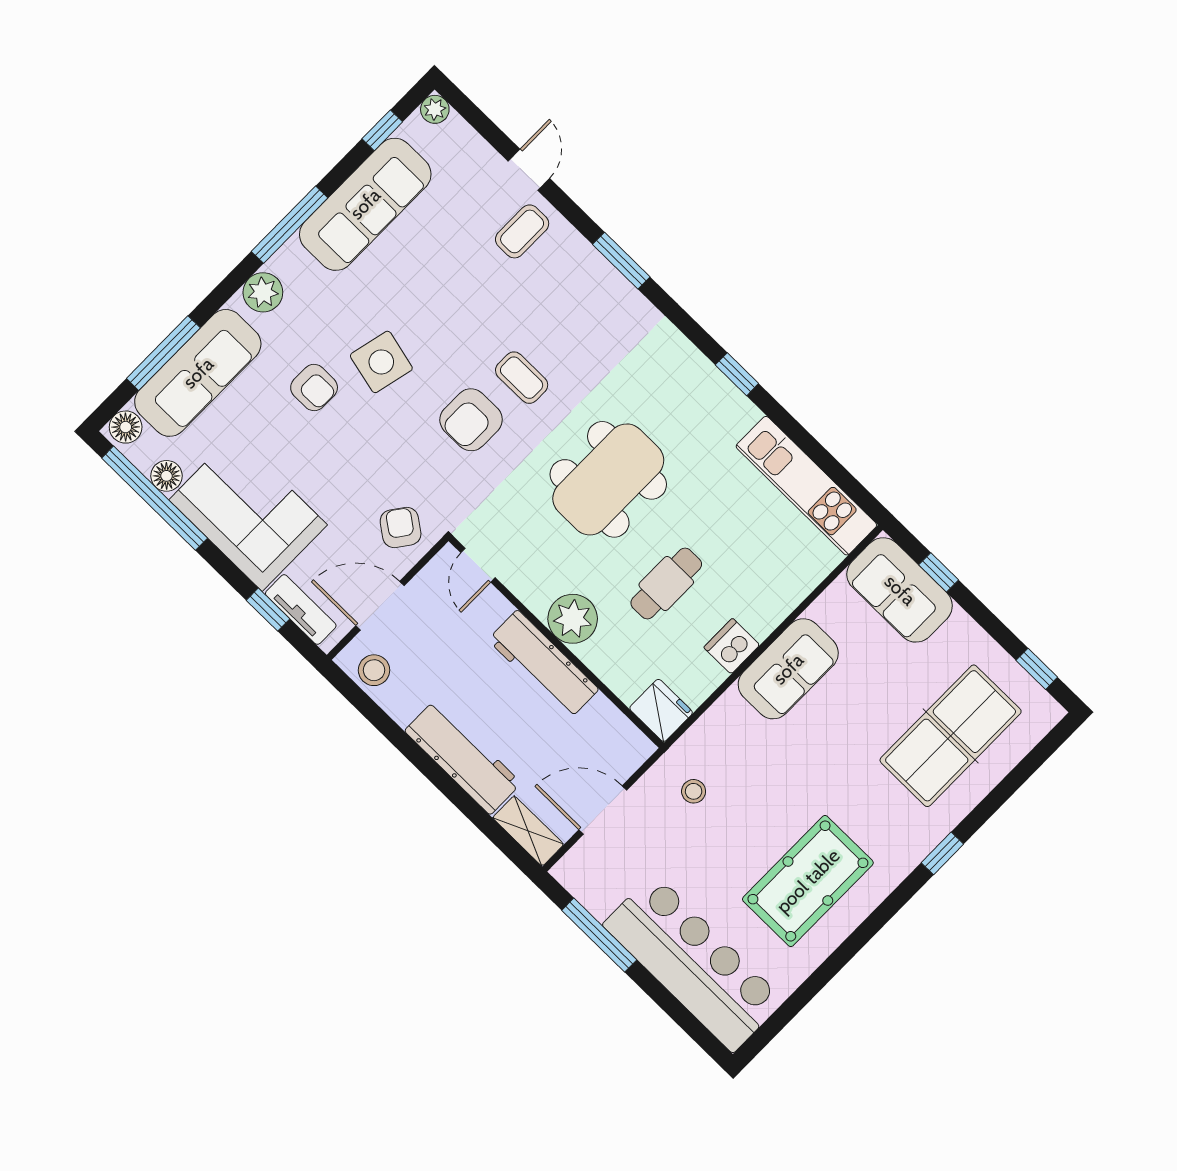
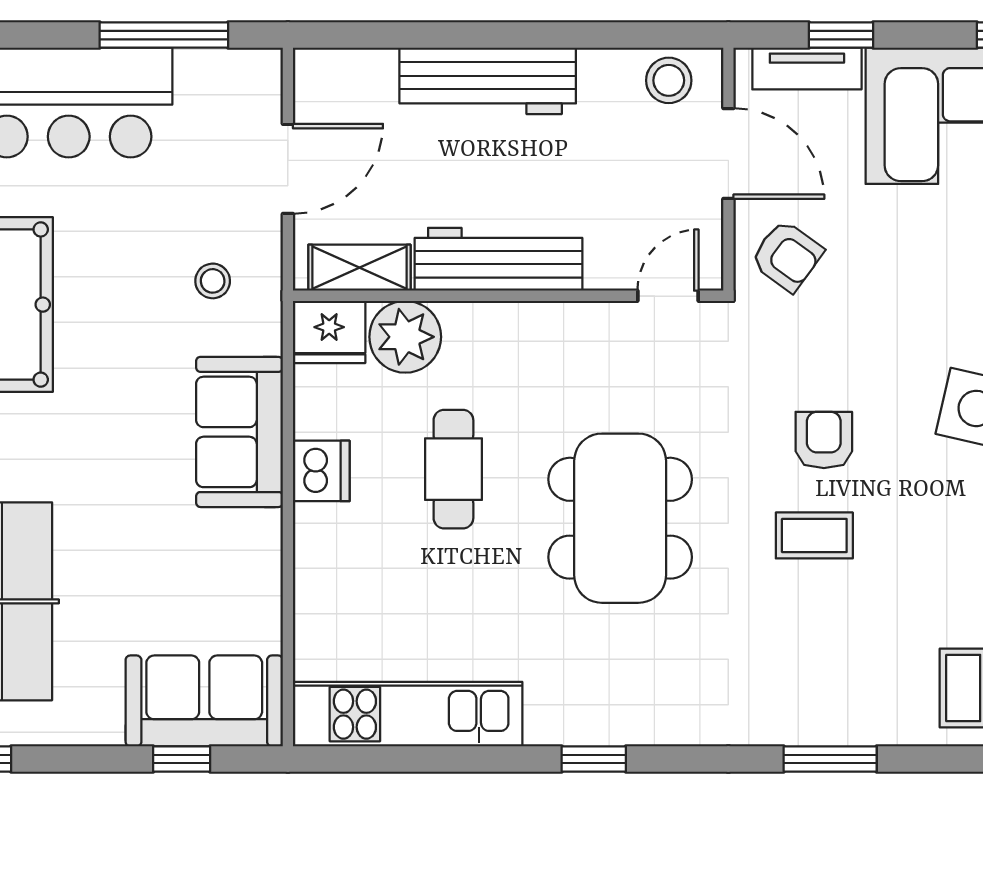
armchair: (471, 420) -> (824, 440), width x0.72, depth x0.72
door: (478, 565) -> (668, 296), hinge flipped
door: (380, 606) -> (728, 154), hinge flipped
plant: (573, 619) -> (405, 337), moved
sofa: (788, 669) -> (239, 432), moved
shelving: (528, 831) -> (359, 268), moved

